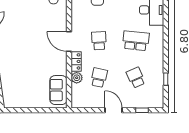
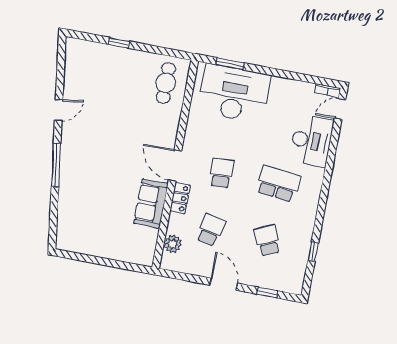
plant: (77, 78) -> (172, 244), moved
sofa: (58, 90) -> (151, 203), moved

